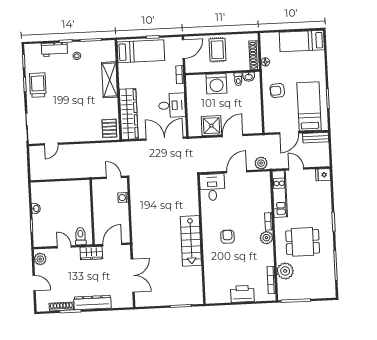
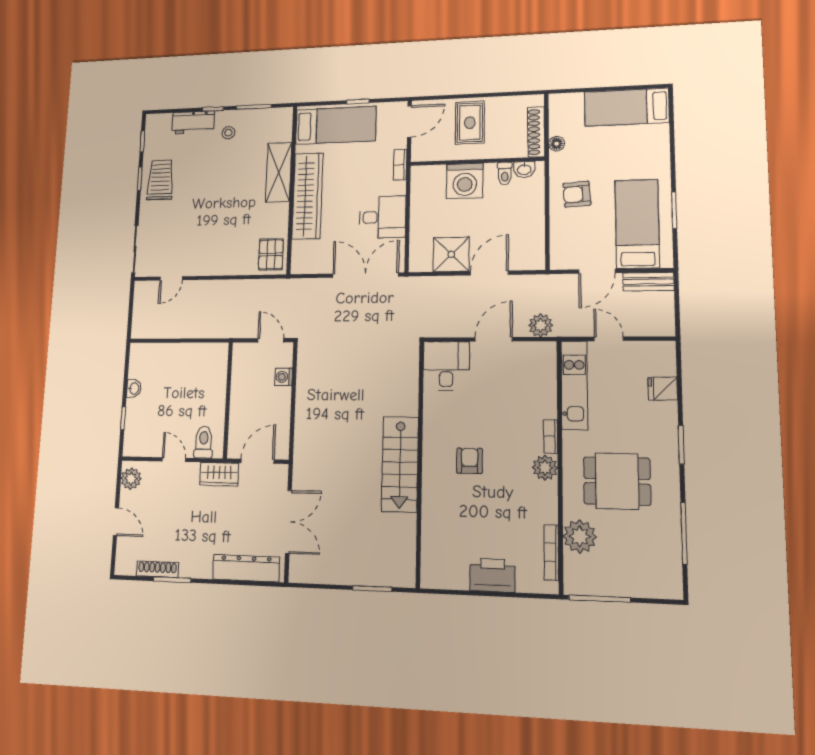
wardrobe: (129, 114) -> (307, 196), moved
fridge: (323, 175) -> (663, 389), moved
dresser: (92, 303) -> (246, 568), moved

